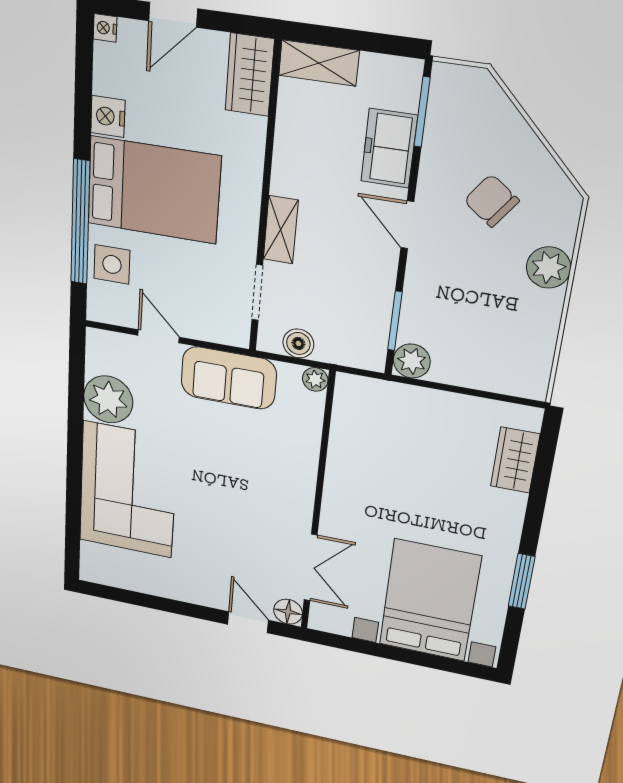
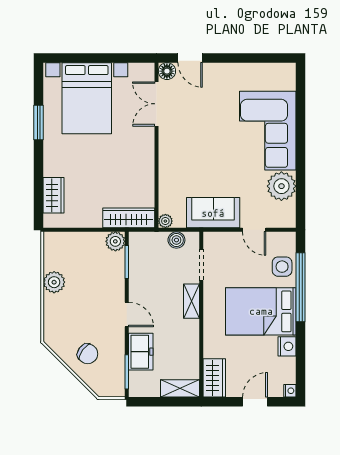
chair: (492, 201) -> (88, 354), moved
plant: (549, 267) -> (54, 282), moved
wardrobe: (381, 397) -> (129, 218), added

